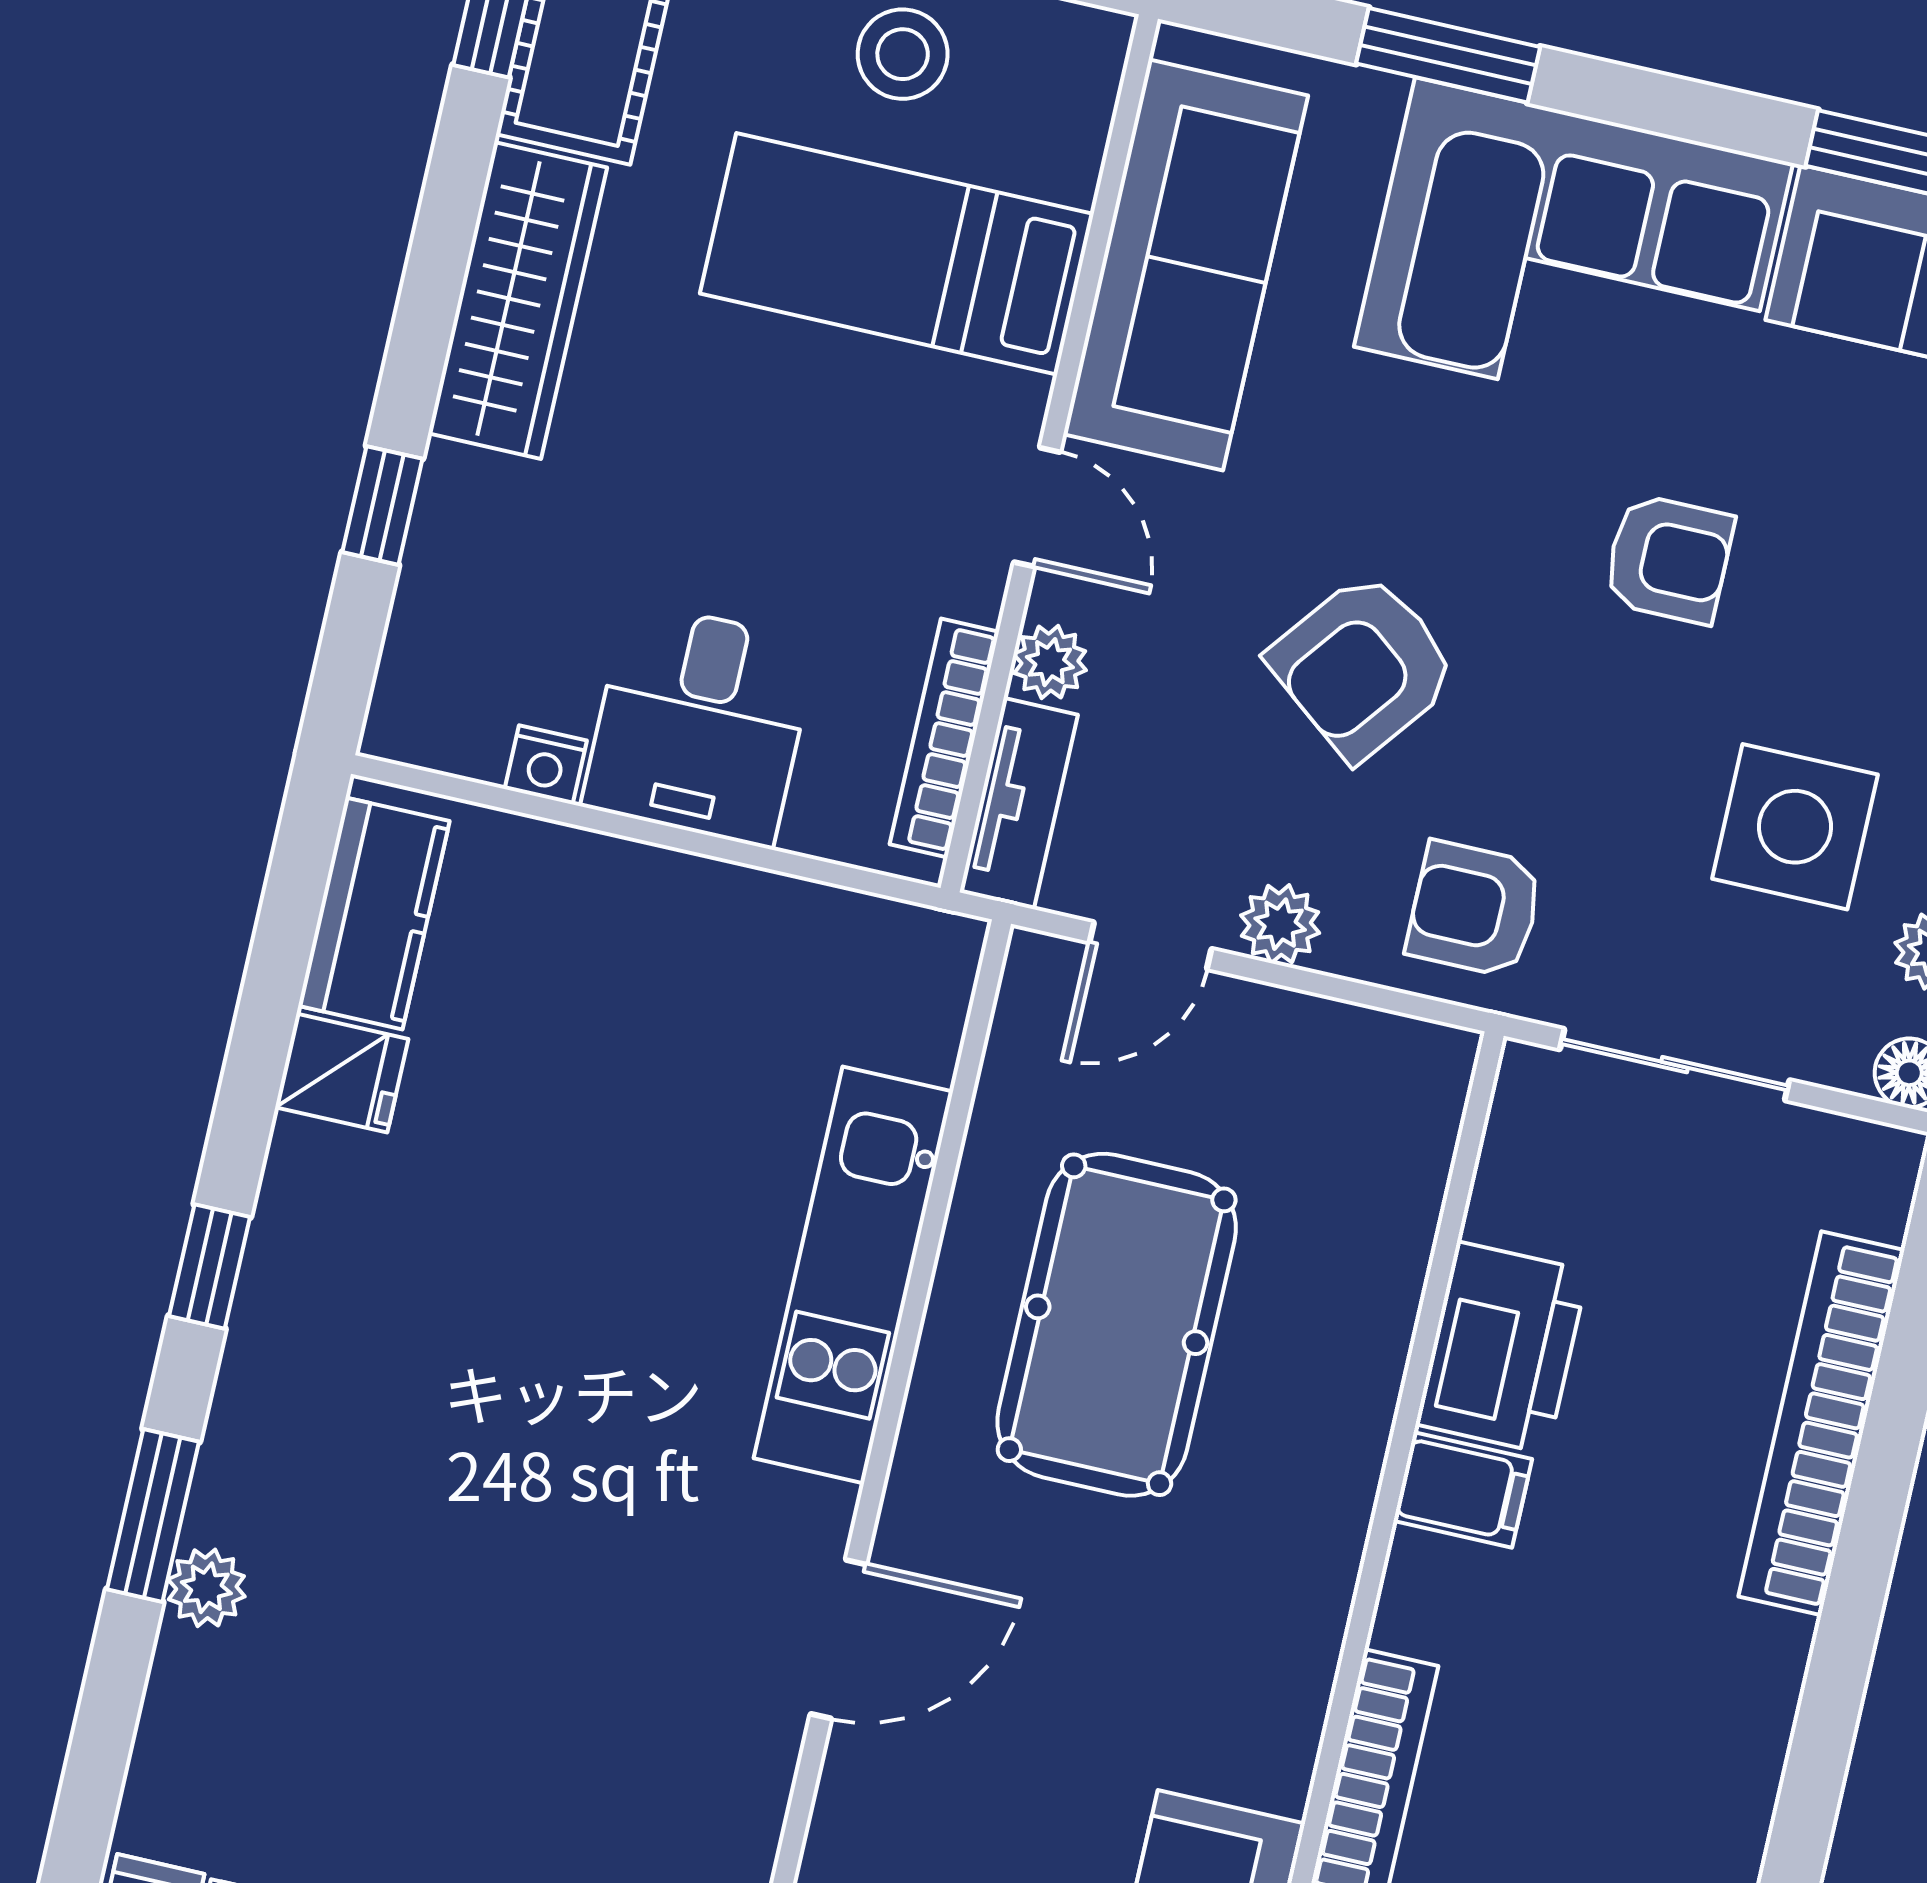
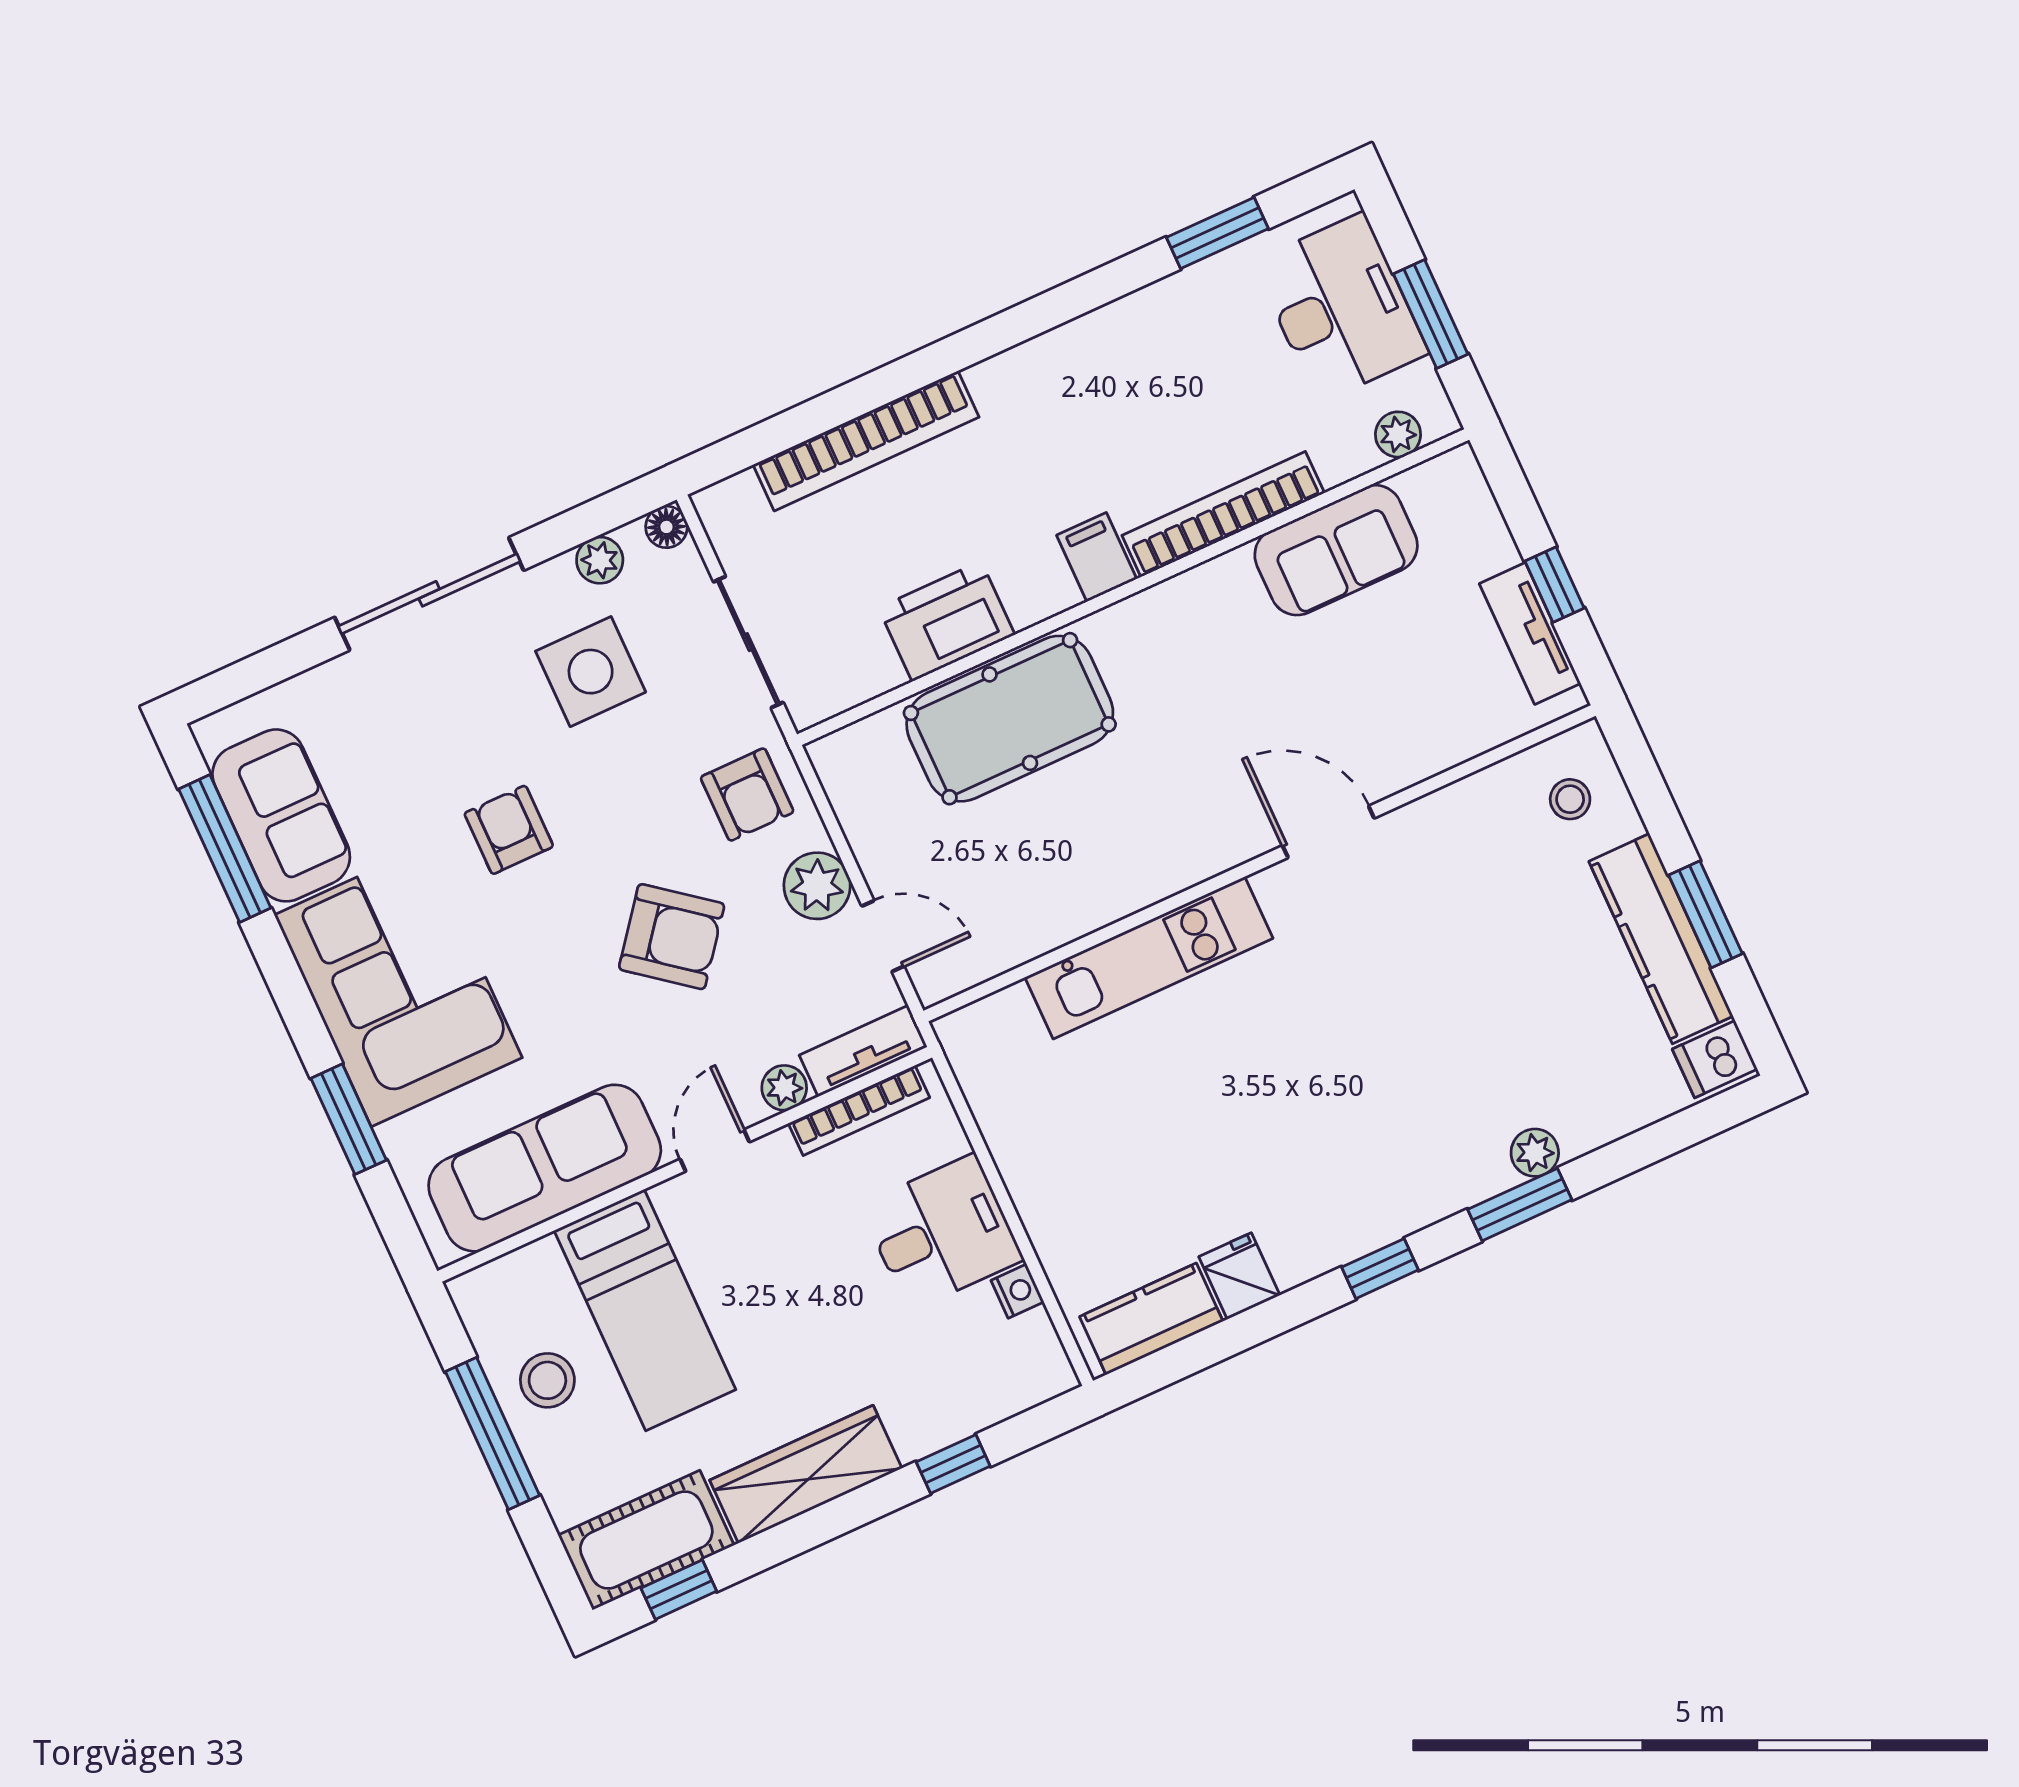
plant: (1280, 924) -> (817, 886), width x1.38, depth x1.38
pool table: (1117, 1325) -> (1010, 719), moved
filing cabinet: (1463, 1490) -> (1097, 557), moved

